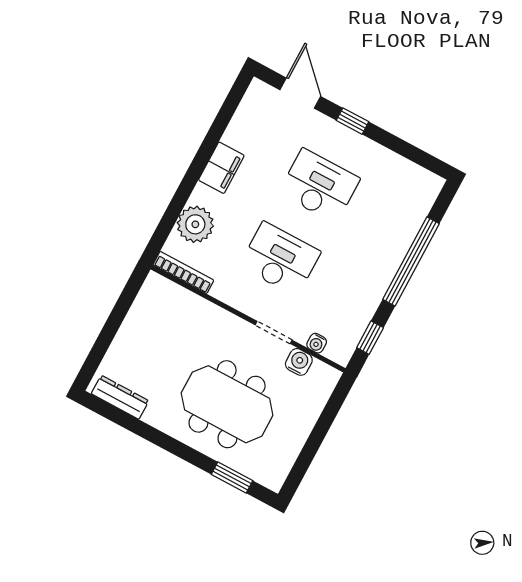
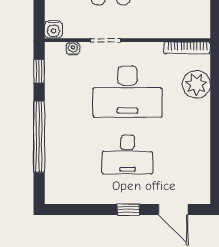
filing cabinet: (221, 168) -> (199, 131), removed
desk: (280, 259) -> (127, 92), width x1.36, depth x1.30
water cooler: (299, 362) -> (53, 29), moved

